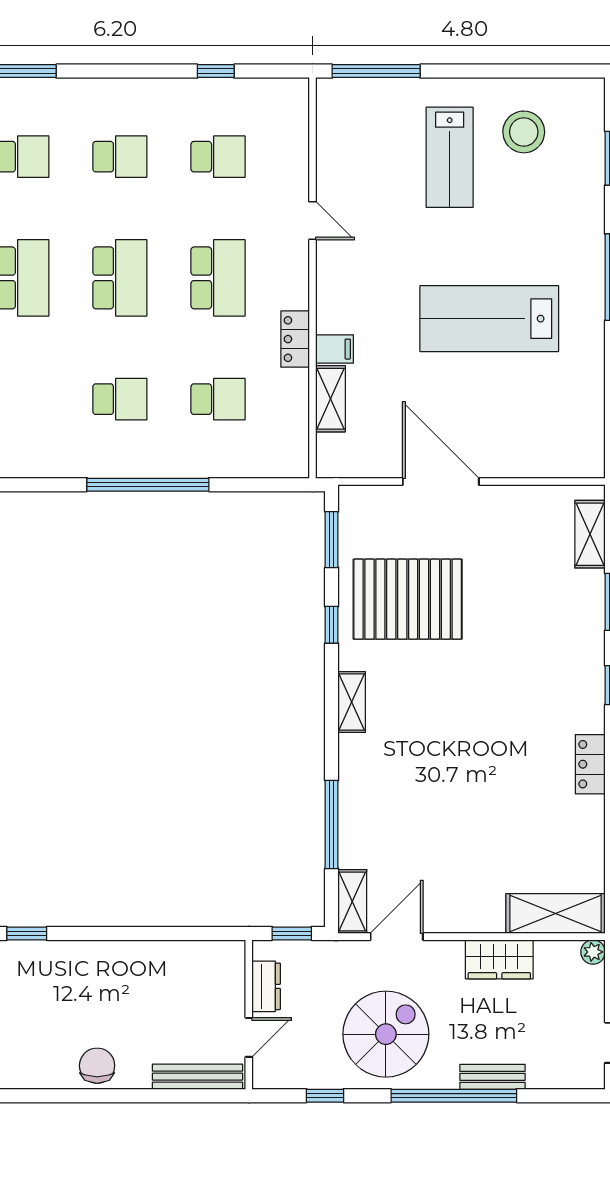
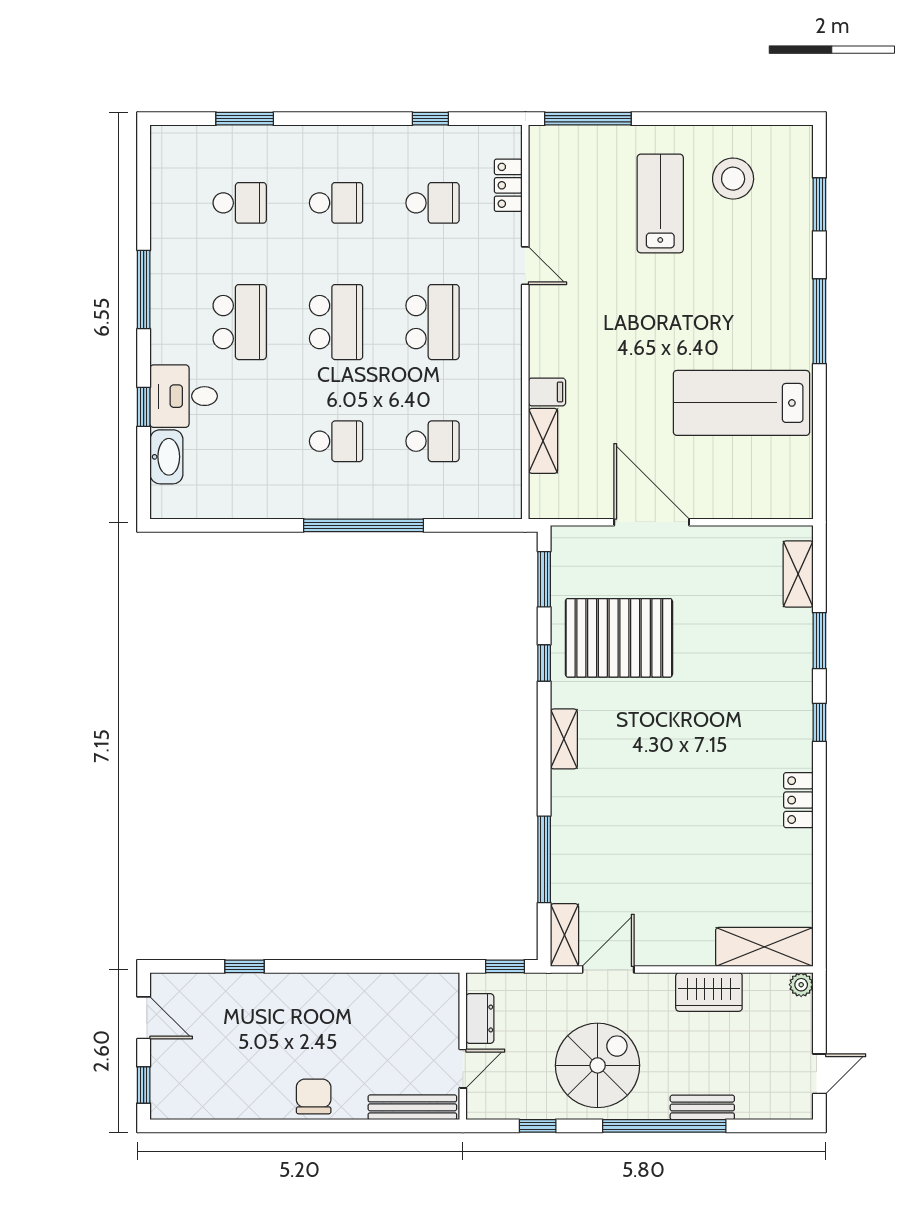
lab bench: (450, 157) -> (660, 203), turned 180
lab bench: (489, 319) -> (741, 403), moved
locker: (295, 339) -> (508, 185), moved

